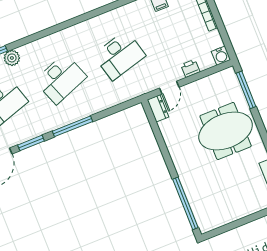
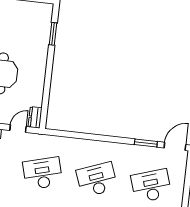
window: (72, 126) -> (107, 139), removed
window: (185, 203) -> (53, 34), width x0.47

